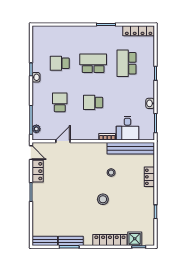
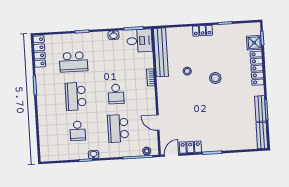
school desk: (60, 102) -> (118, 128), width x1.85
desk: (127, 128) -> (139, 41), moved
locker: (149, 177) -> (202, 31), moved

